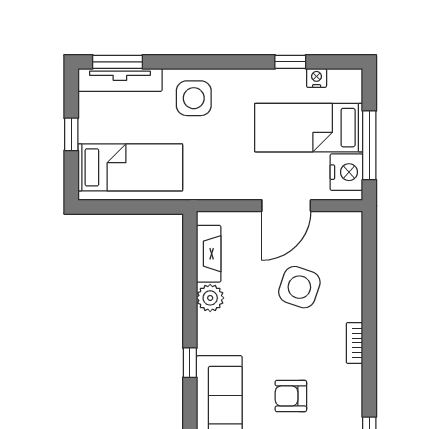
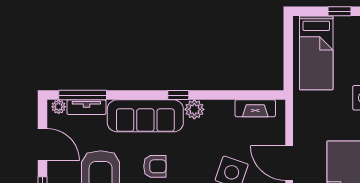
plant: (210, 298) -> (194, 109), moved
armchair: (291, 396) -> (155, 166), turned 90

